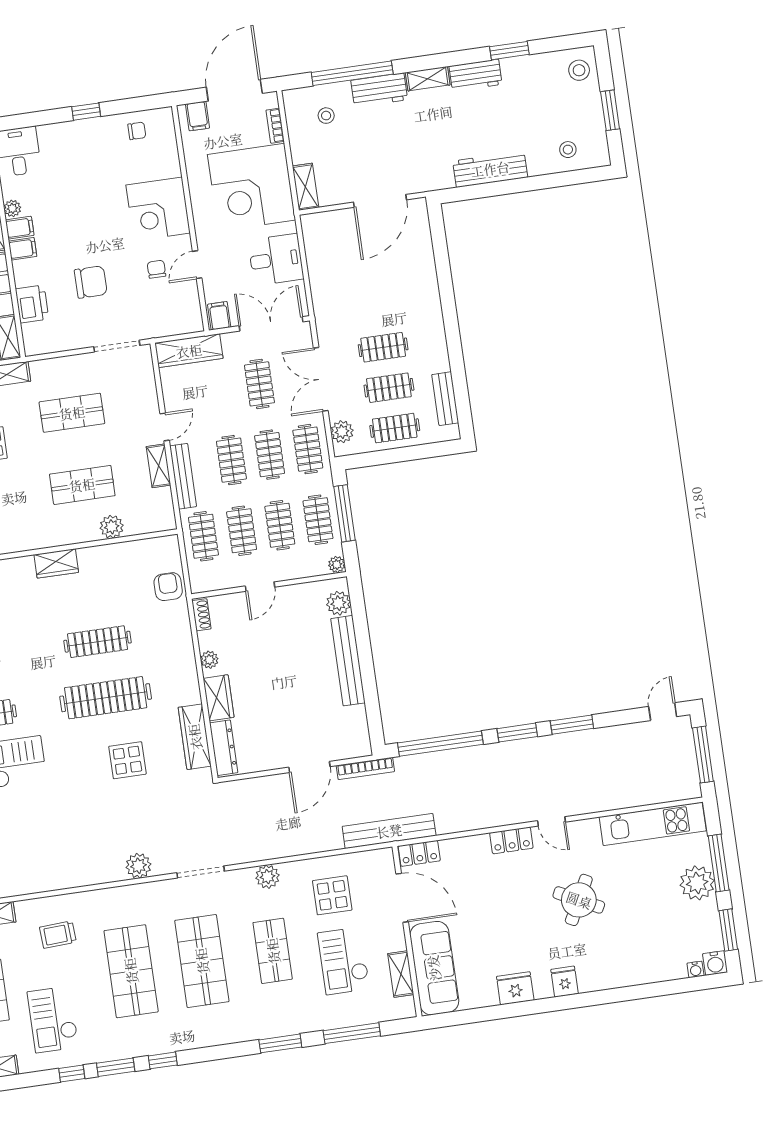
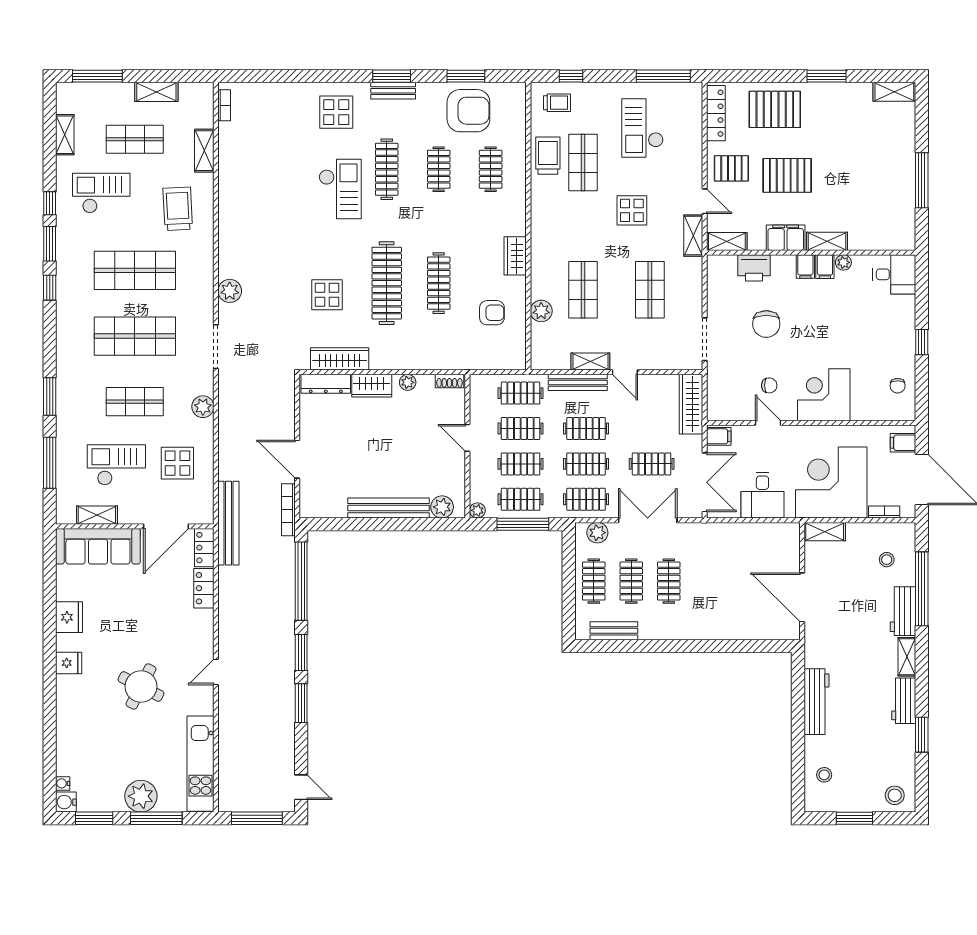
armchair: (168, 587) -> (492, 313), moved
locker: (511, 840) -> (204, 588), moved
trolley: (58, 935) -> (178, 209), width x1.36, depth x1.39

